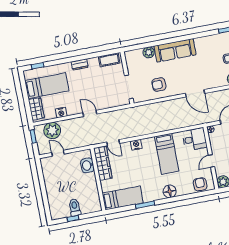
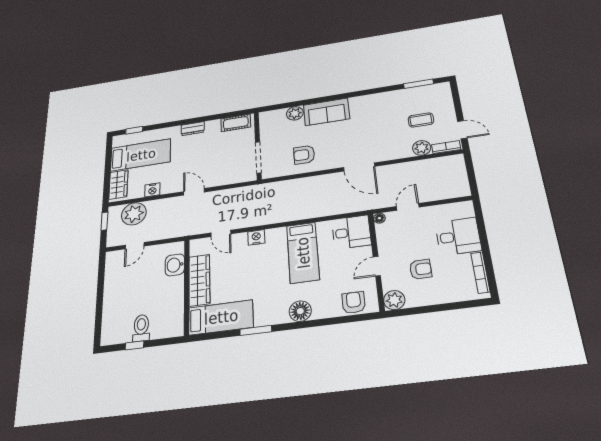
sofa: (175, 50) -> (327, 112), width x0.73
door: (58, 153) -> (135, 246), swing flipped
wardrobe: (103, 163) -> (199, 280), moved

